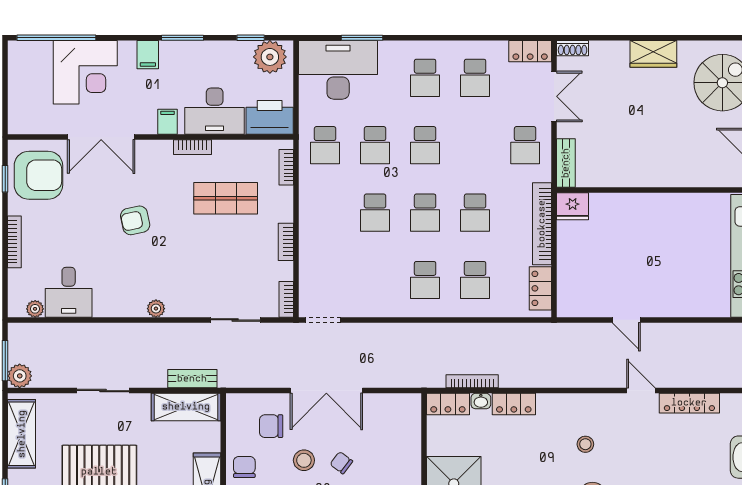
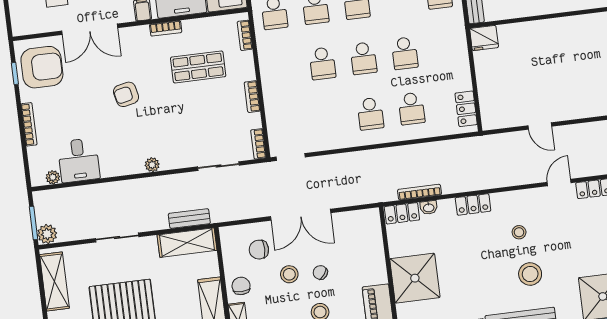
bookcase: (542, 224) -> (461, 55), removed
door: (641, 391) -> (559, 182), hinge flipped
locker: (514, 404) -> (473, 204), moved

